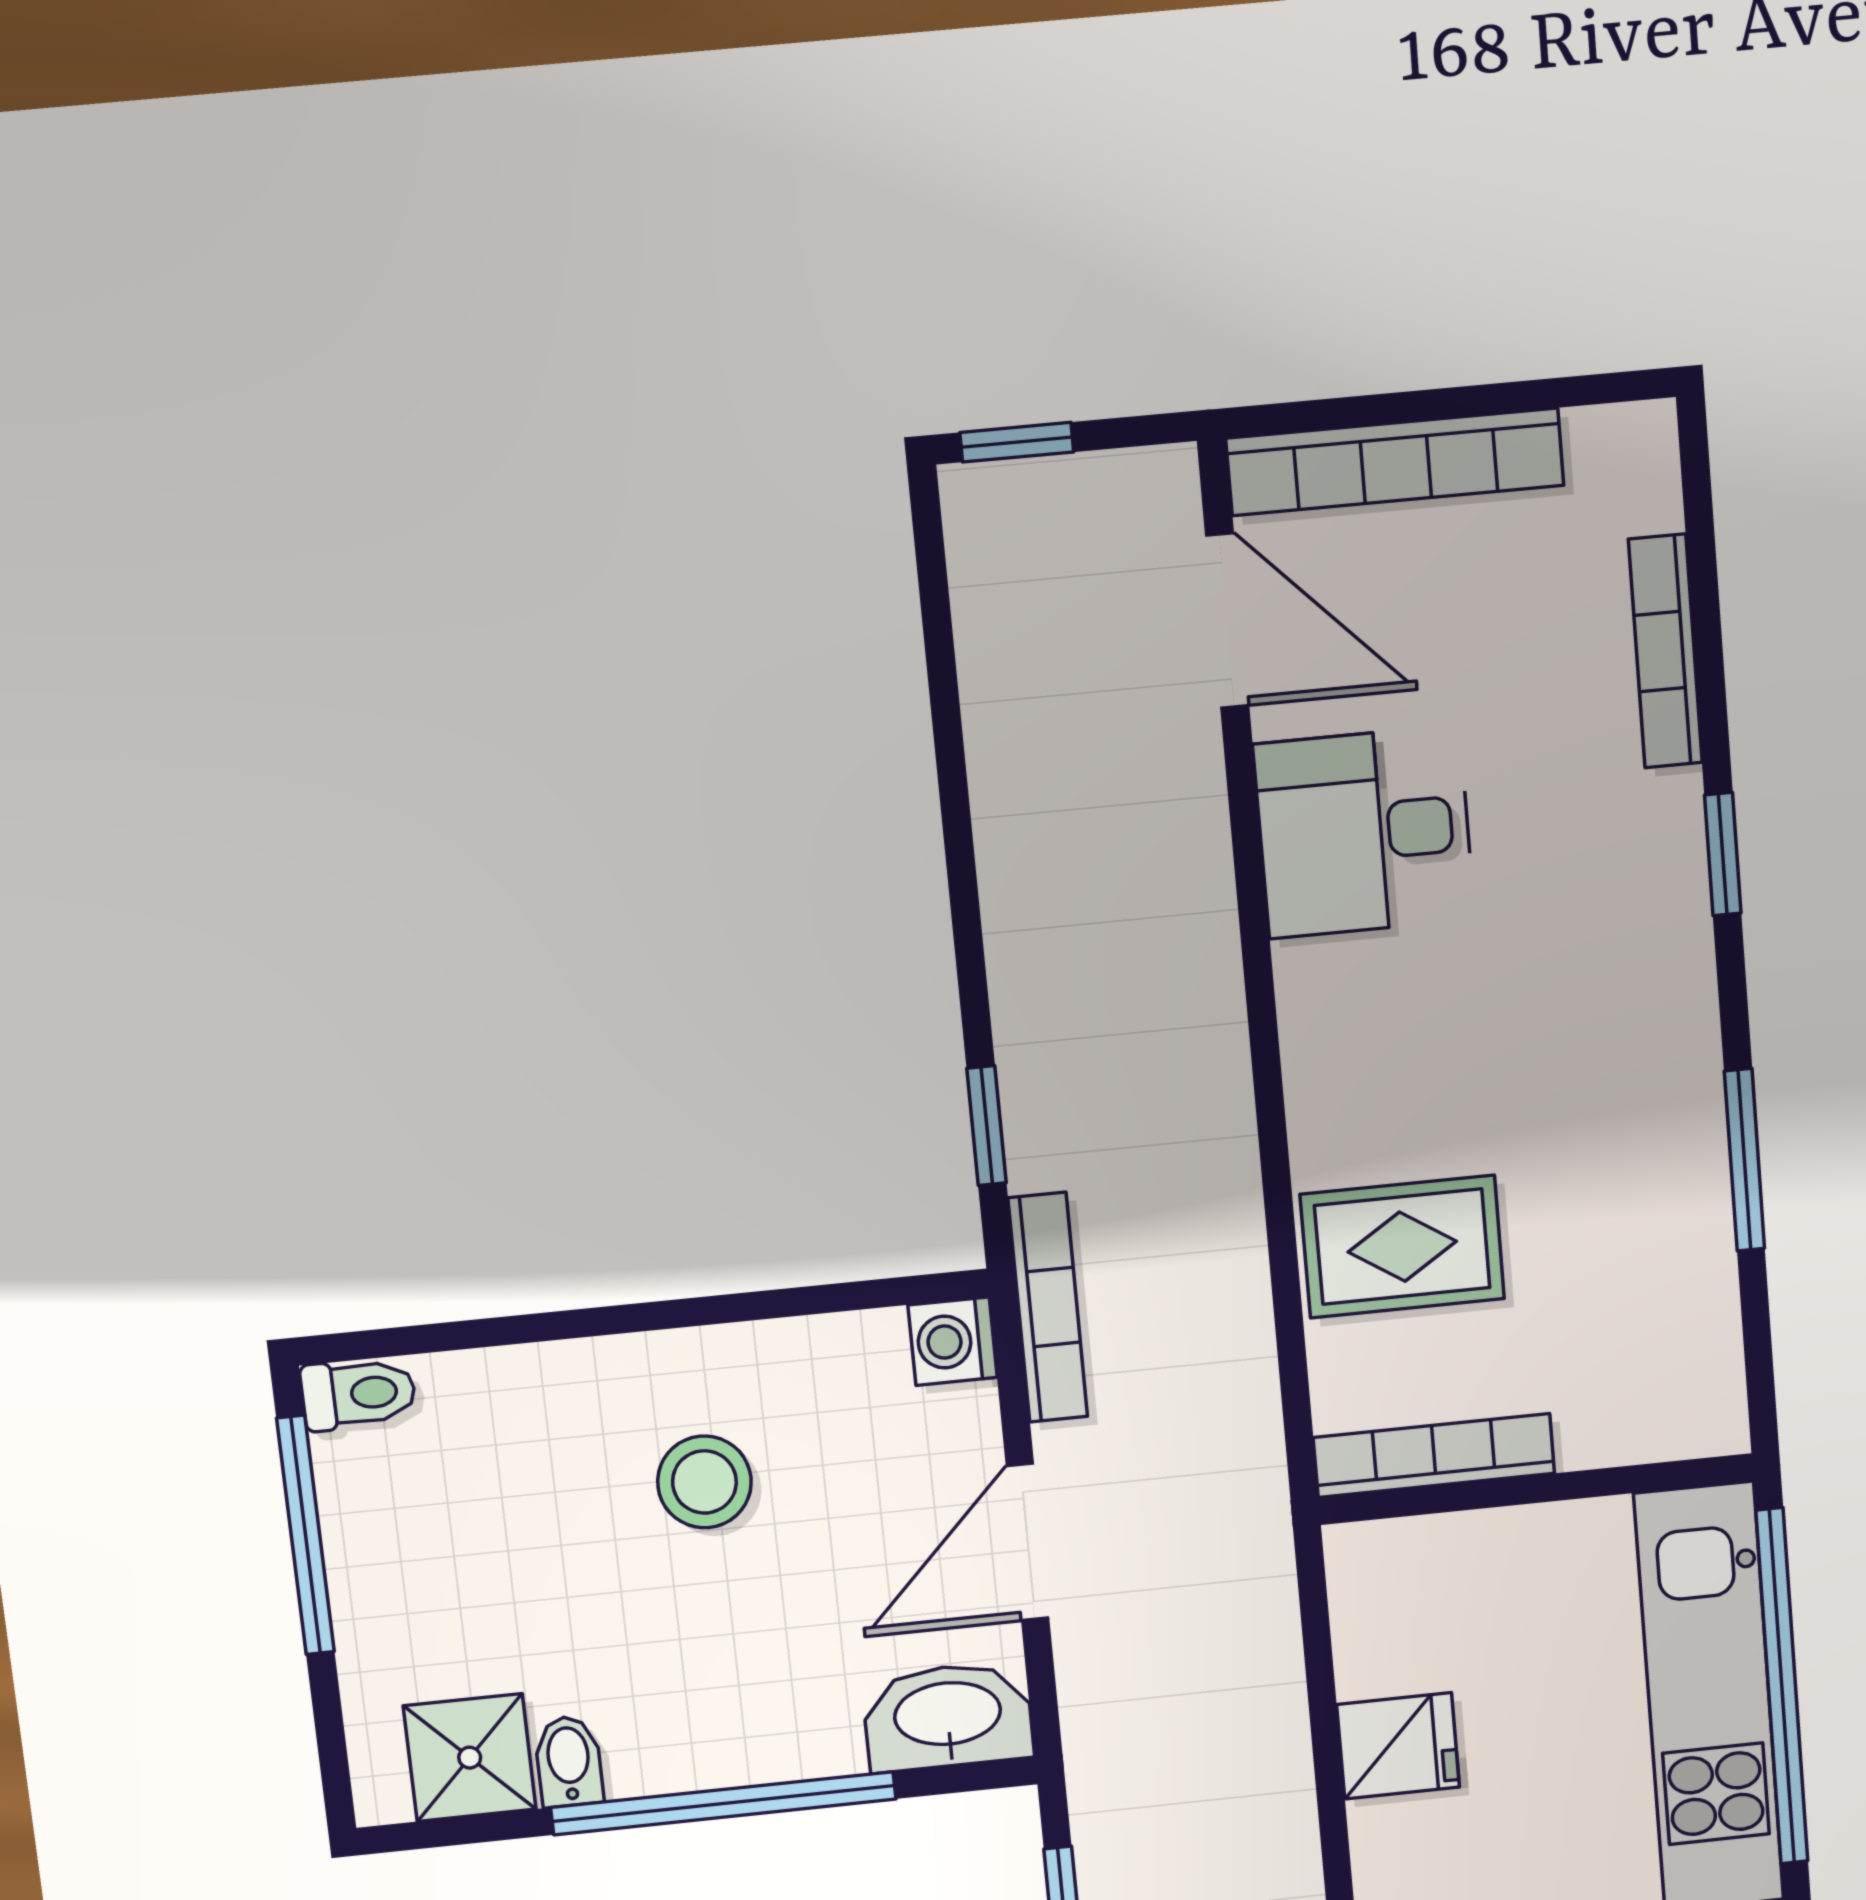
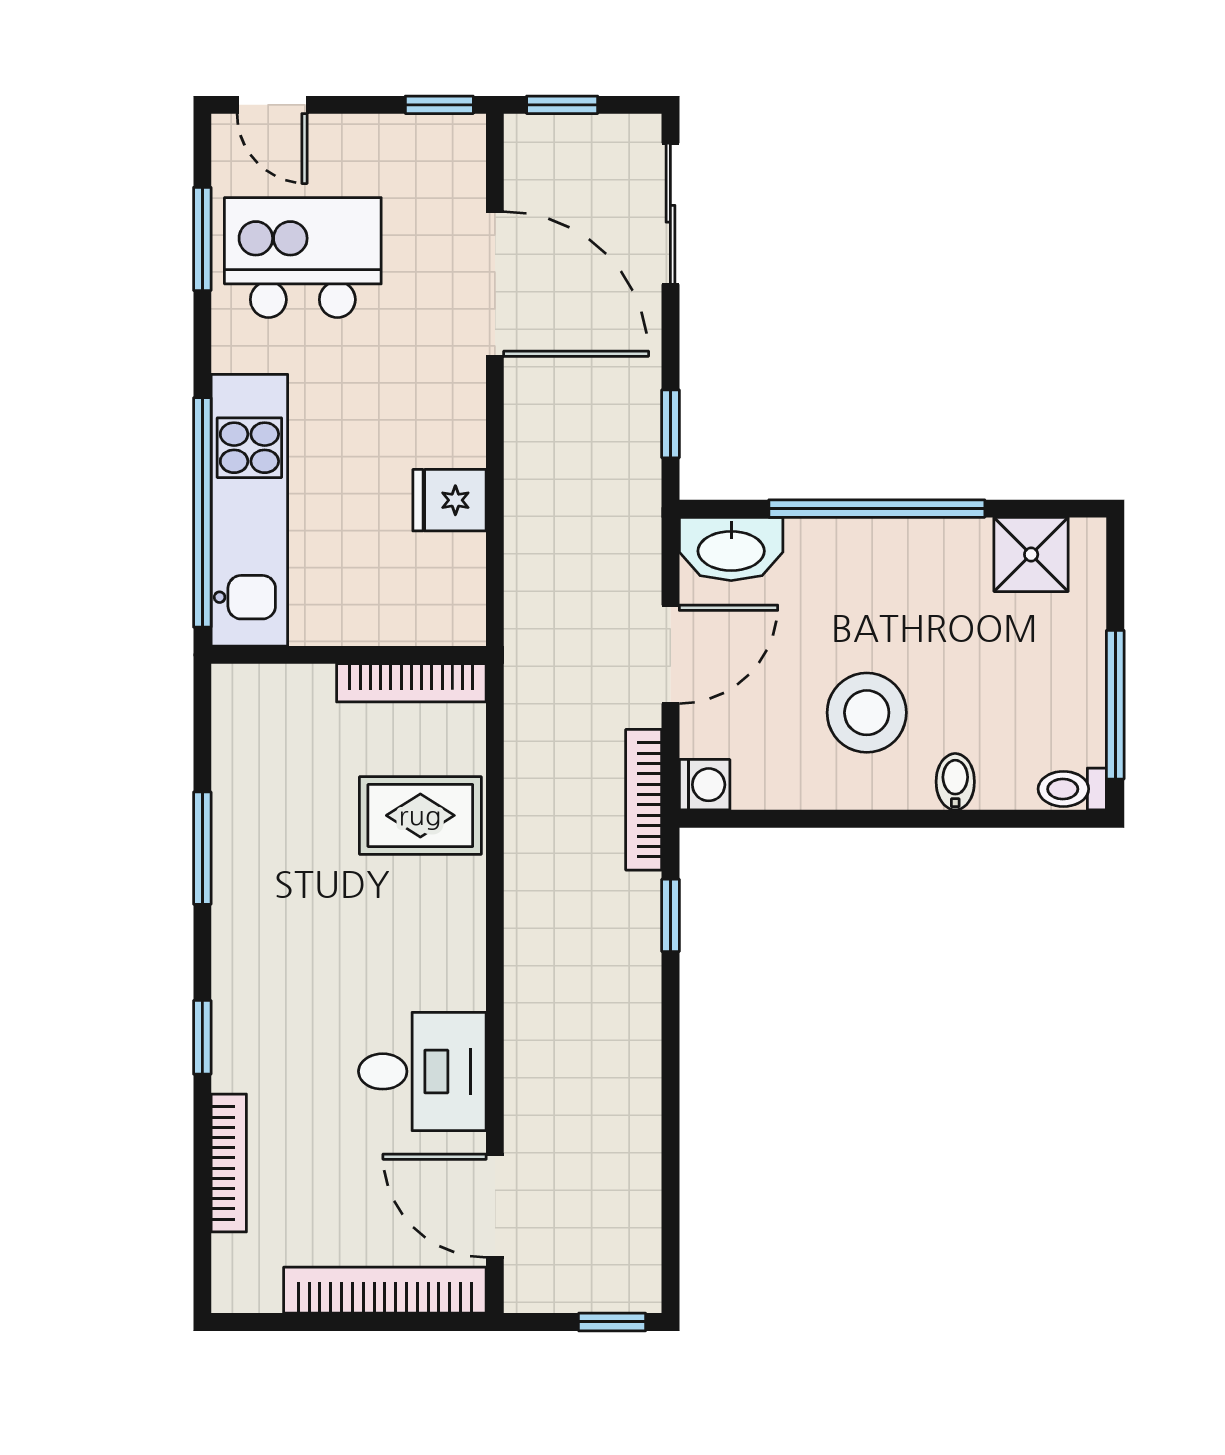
stool: (704, 1482) -> (867, 713), width x1.38, depth x1.38
bidet: (569, 1761) -> (955, 782), moved, turned 180

